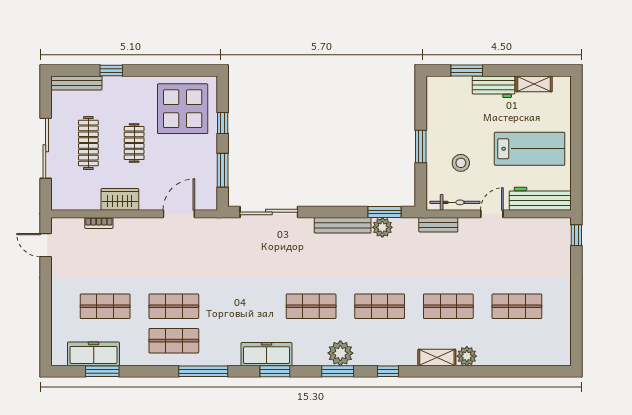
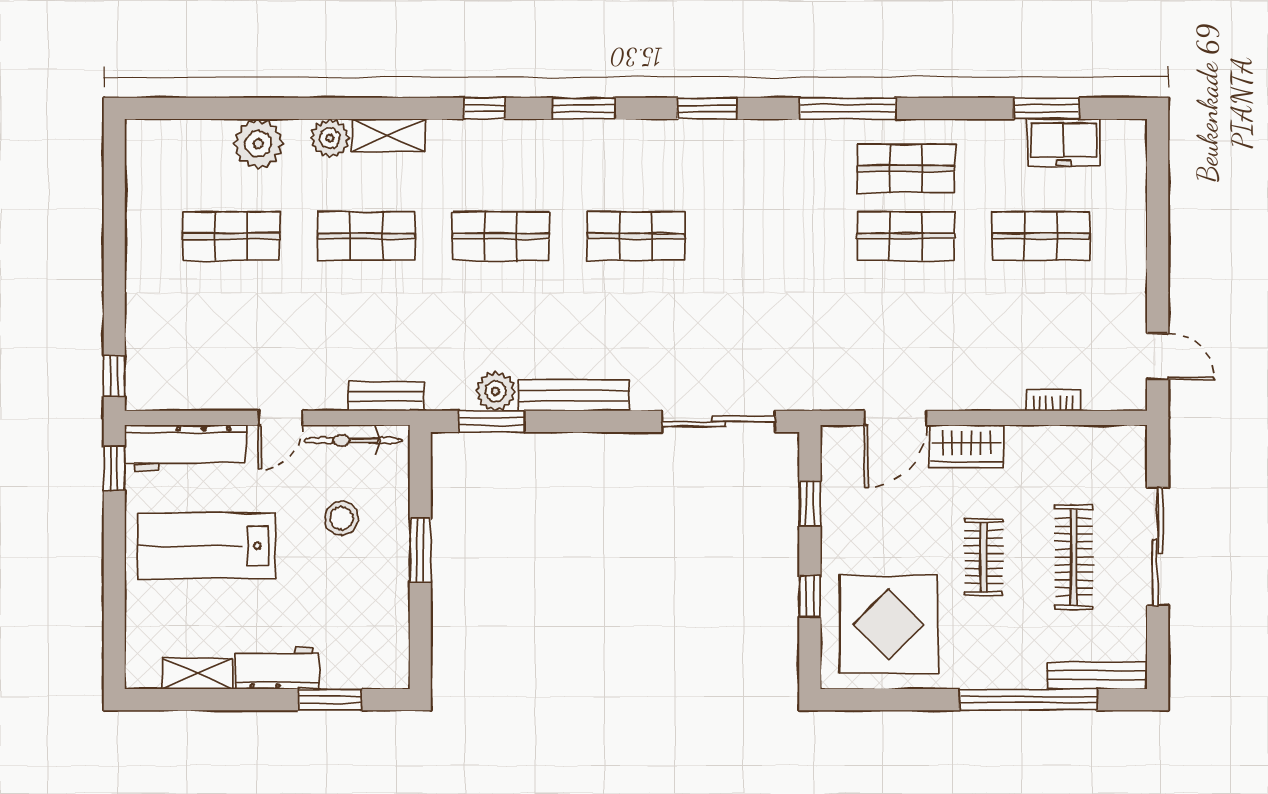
window: (111, 70) -> (1029, 700), width x3.17
window: (223, 170) -> (810, 504), width x0.67
window: (576, 188) -> (114, 469), added
wardrobe: (120, 199) -> (967, 446), moved
plant: (340, 353) -> (258, 144), moved
freezer: (94, 354) -> (1064, 142), width x0.71
freezer: (266, 354) -> (724, 142), removed

